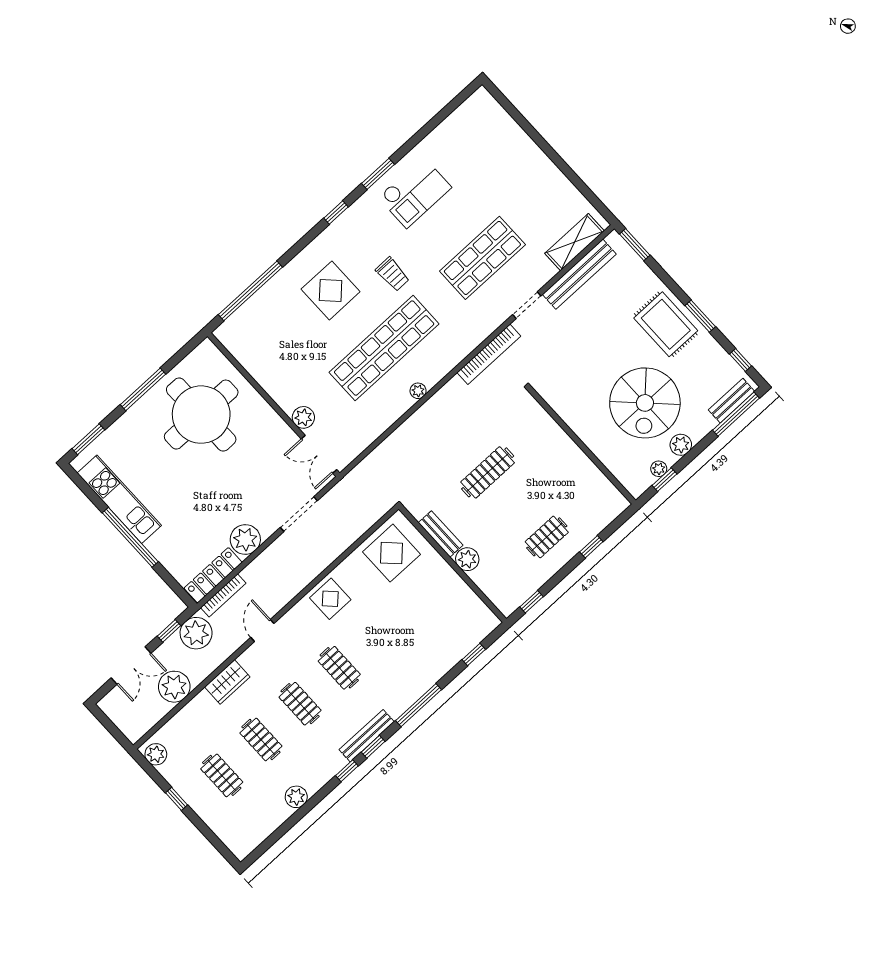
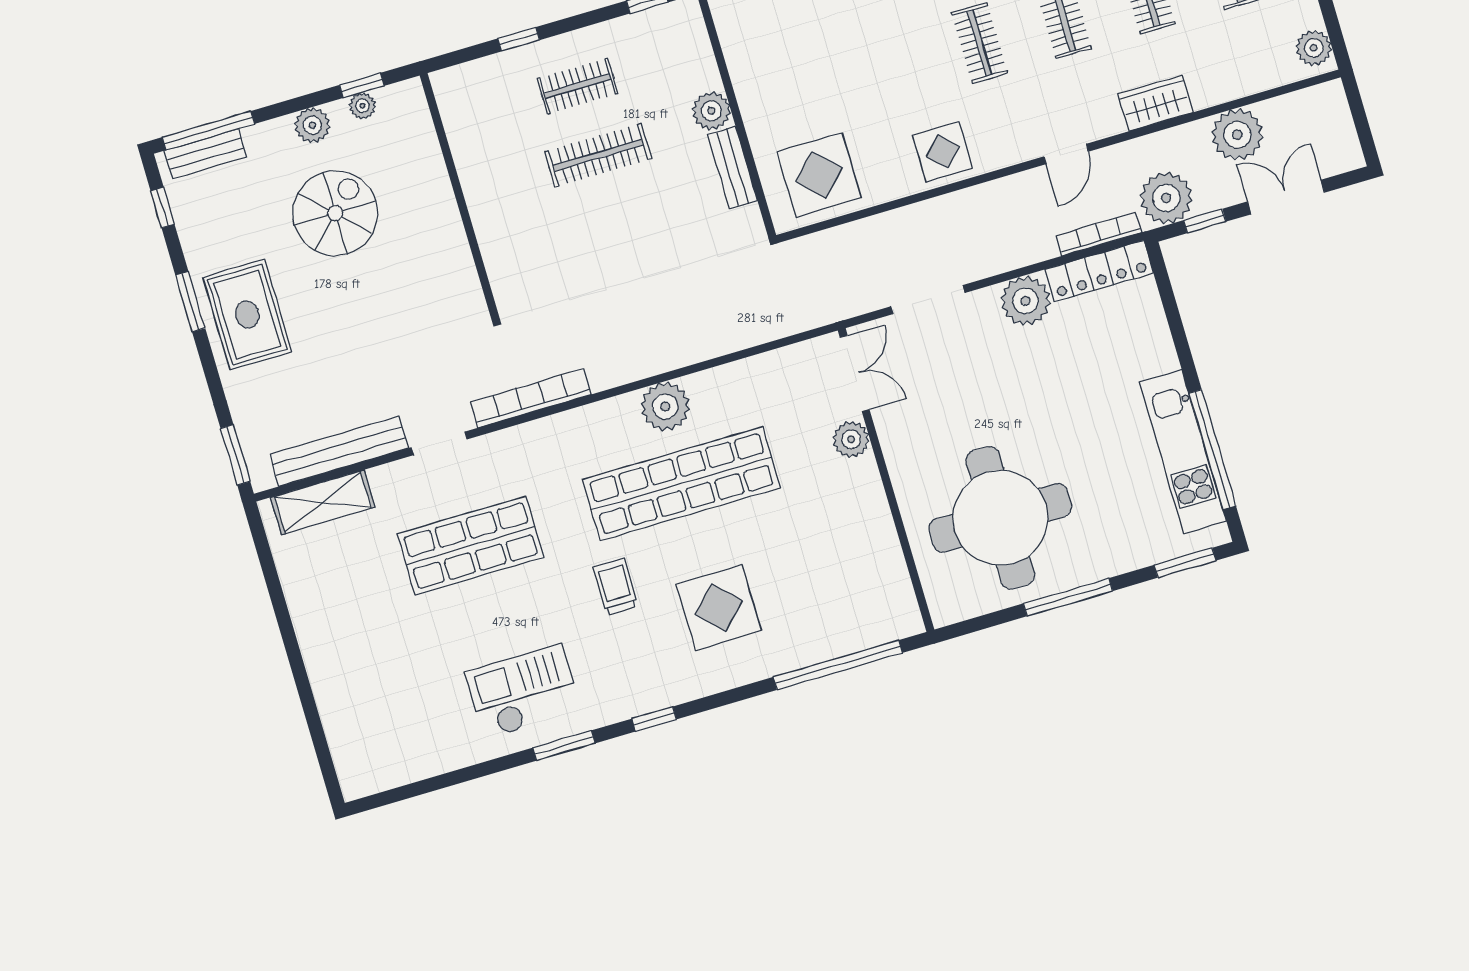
plant: (418, 391) -> (665, 406), width x1.88, depth x1.88
spiral stairs: (645, 403) -> (335, 213), width x0.73, depth x0.73
clothes rail: (488, 472) -> (598, 155), moved
window: (130, 537) -> (1212, 450), moved

